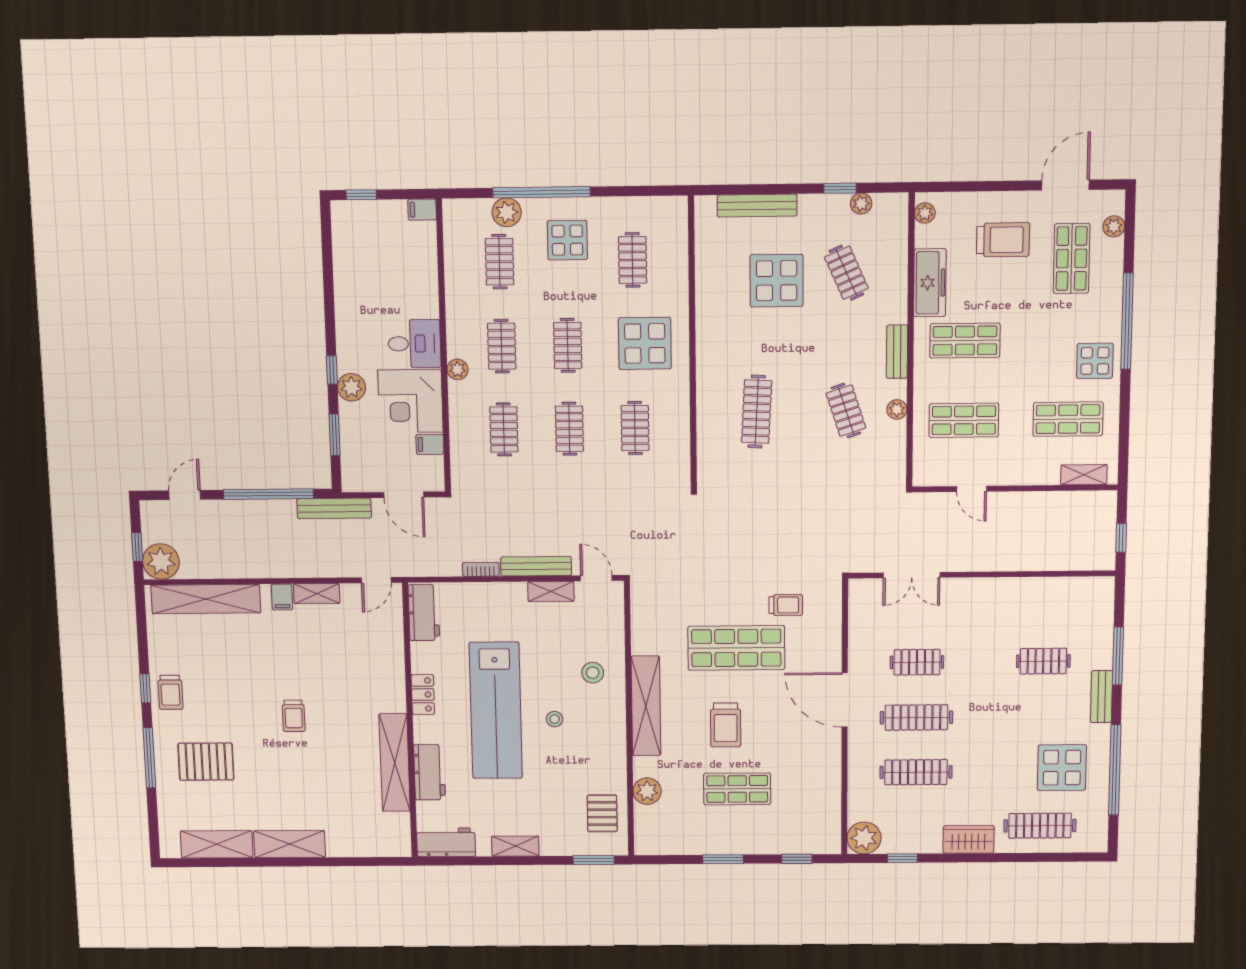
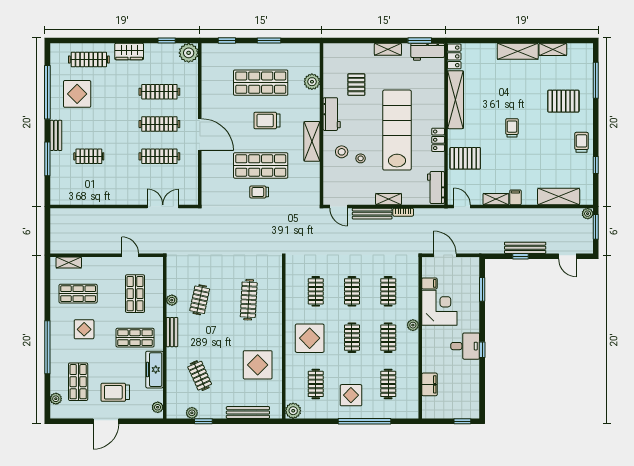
door: (1065, 185) -> (106, 421), moved
filing cabinet: (422, 210) -> (429, 384), moved, width x2.00
plant: (507, 212) -> (293, 411), moved
display table: (777, 281) -> (258, 365), moved
desk: (414, 344) -> (465, 346), moved, turned 180
display table: (1095, 361) -> (84, 329), moved
window: (332, 370) -> (482, 350), moved
plant: (351, 387) -> (472, 316), removed
clothes rail: (846, 411) -> (200, 300), turned 30
shop shelf: (964, 420) -> (135, 294), turned 90
window: (268, 494) -> (520, 256), width x0.32
door: (185, 495) -> (567, 256), hinge flipped
bench: (334, 508) -> (525, 248), moved
window: (1121, 538) -> (47, 227), removed
window: (137, 547) -> (596, 227), width x1.50
plant: (161, 562) -> (588, 214), width x0.53, depth x0.53
door: (376, 580) -> (462, 207), hinge flipped
shelving: (551, 591) -> (389, 199), moved
shelving: (206, 599) -> (559, 197), width x0.68
trolley: (786, 605) -> (259, 192), moved
clothes rail: (917, 662) -> (159, 156), width x1.36
pallet: (374, 663) -> (465, 158), added
window: (145, 688) -> (596, 165), moved
shelving: (646, 706) -> (312, 141), width x0.68
stool: (555, 719) -> (361, 158), moved
trolley: (726, 725) -> (267, 121), turned -90
window: (149, 758) -> (596, 80), moved
workbench: (429, 772) -> (332, 114), moved, turned 180
shop shelf: (737, 789) -> (261, 83), width x1.43, depth x1.36
pallet: (602, 813) -> (356, 85), moved
locker: (399, 835) -> (454, 56), added
shelving: (217, 844) -> (553, 49), width x0.67, depth x0.75
window: (594, 860) -> (420, 40), moved

